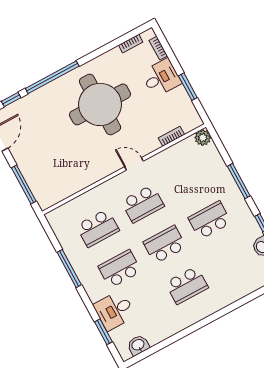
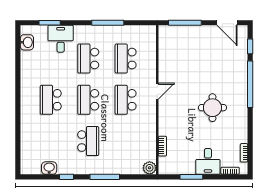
round table: (100, 104) -> (212, 108), width x0.54, depth x0.54
door: (134, 164) -> (157, 91), moved
school desk: (165, 245) -> (88, 100), turned 180
school desk: (120, 269) -> (88, 59), turned 180

